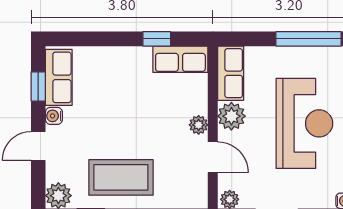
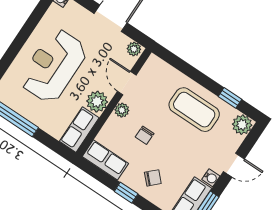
window: (157, 39) -> (126, 193), moved
chair: (116, 74) -> (153, 178), added
chair: (156, 114) -> (145, 135), added

